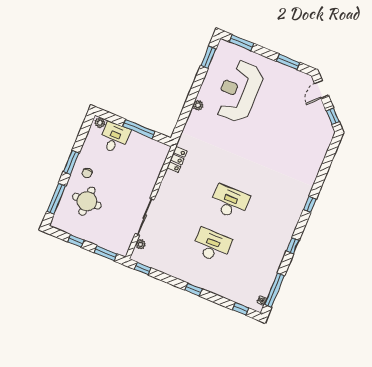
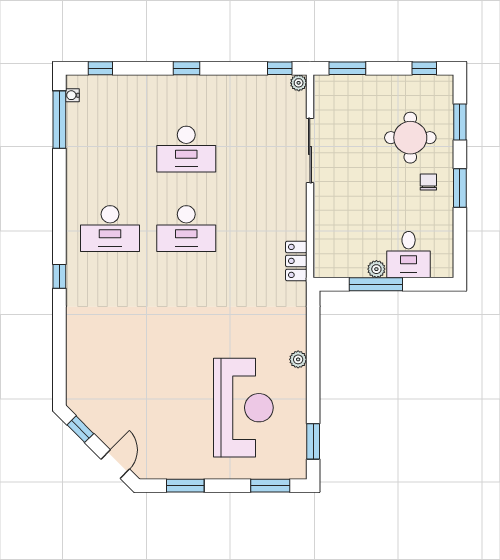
plant: (100, 123) -> (376, 269), moved
window: (56, 199) -> (460, 122), width x0.69
desk: (271, 219) -> (110, 229), added
window: (76, 241) -> (424, 68), moved
plant: (141, 244) -> (299, 83), moved
window: (293, 246) -> (59, 201), removed

